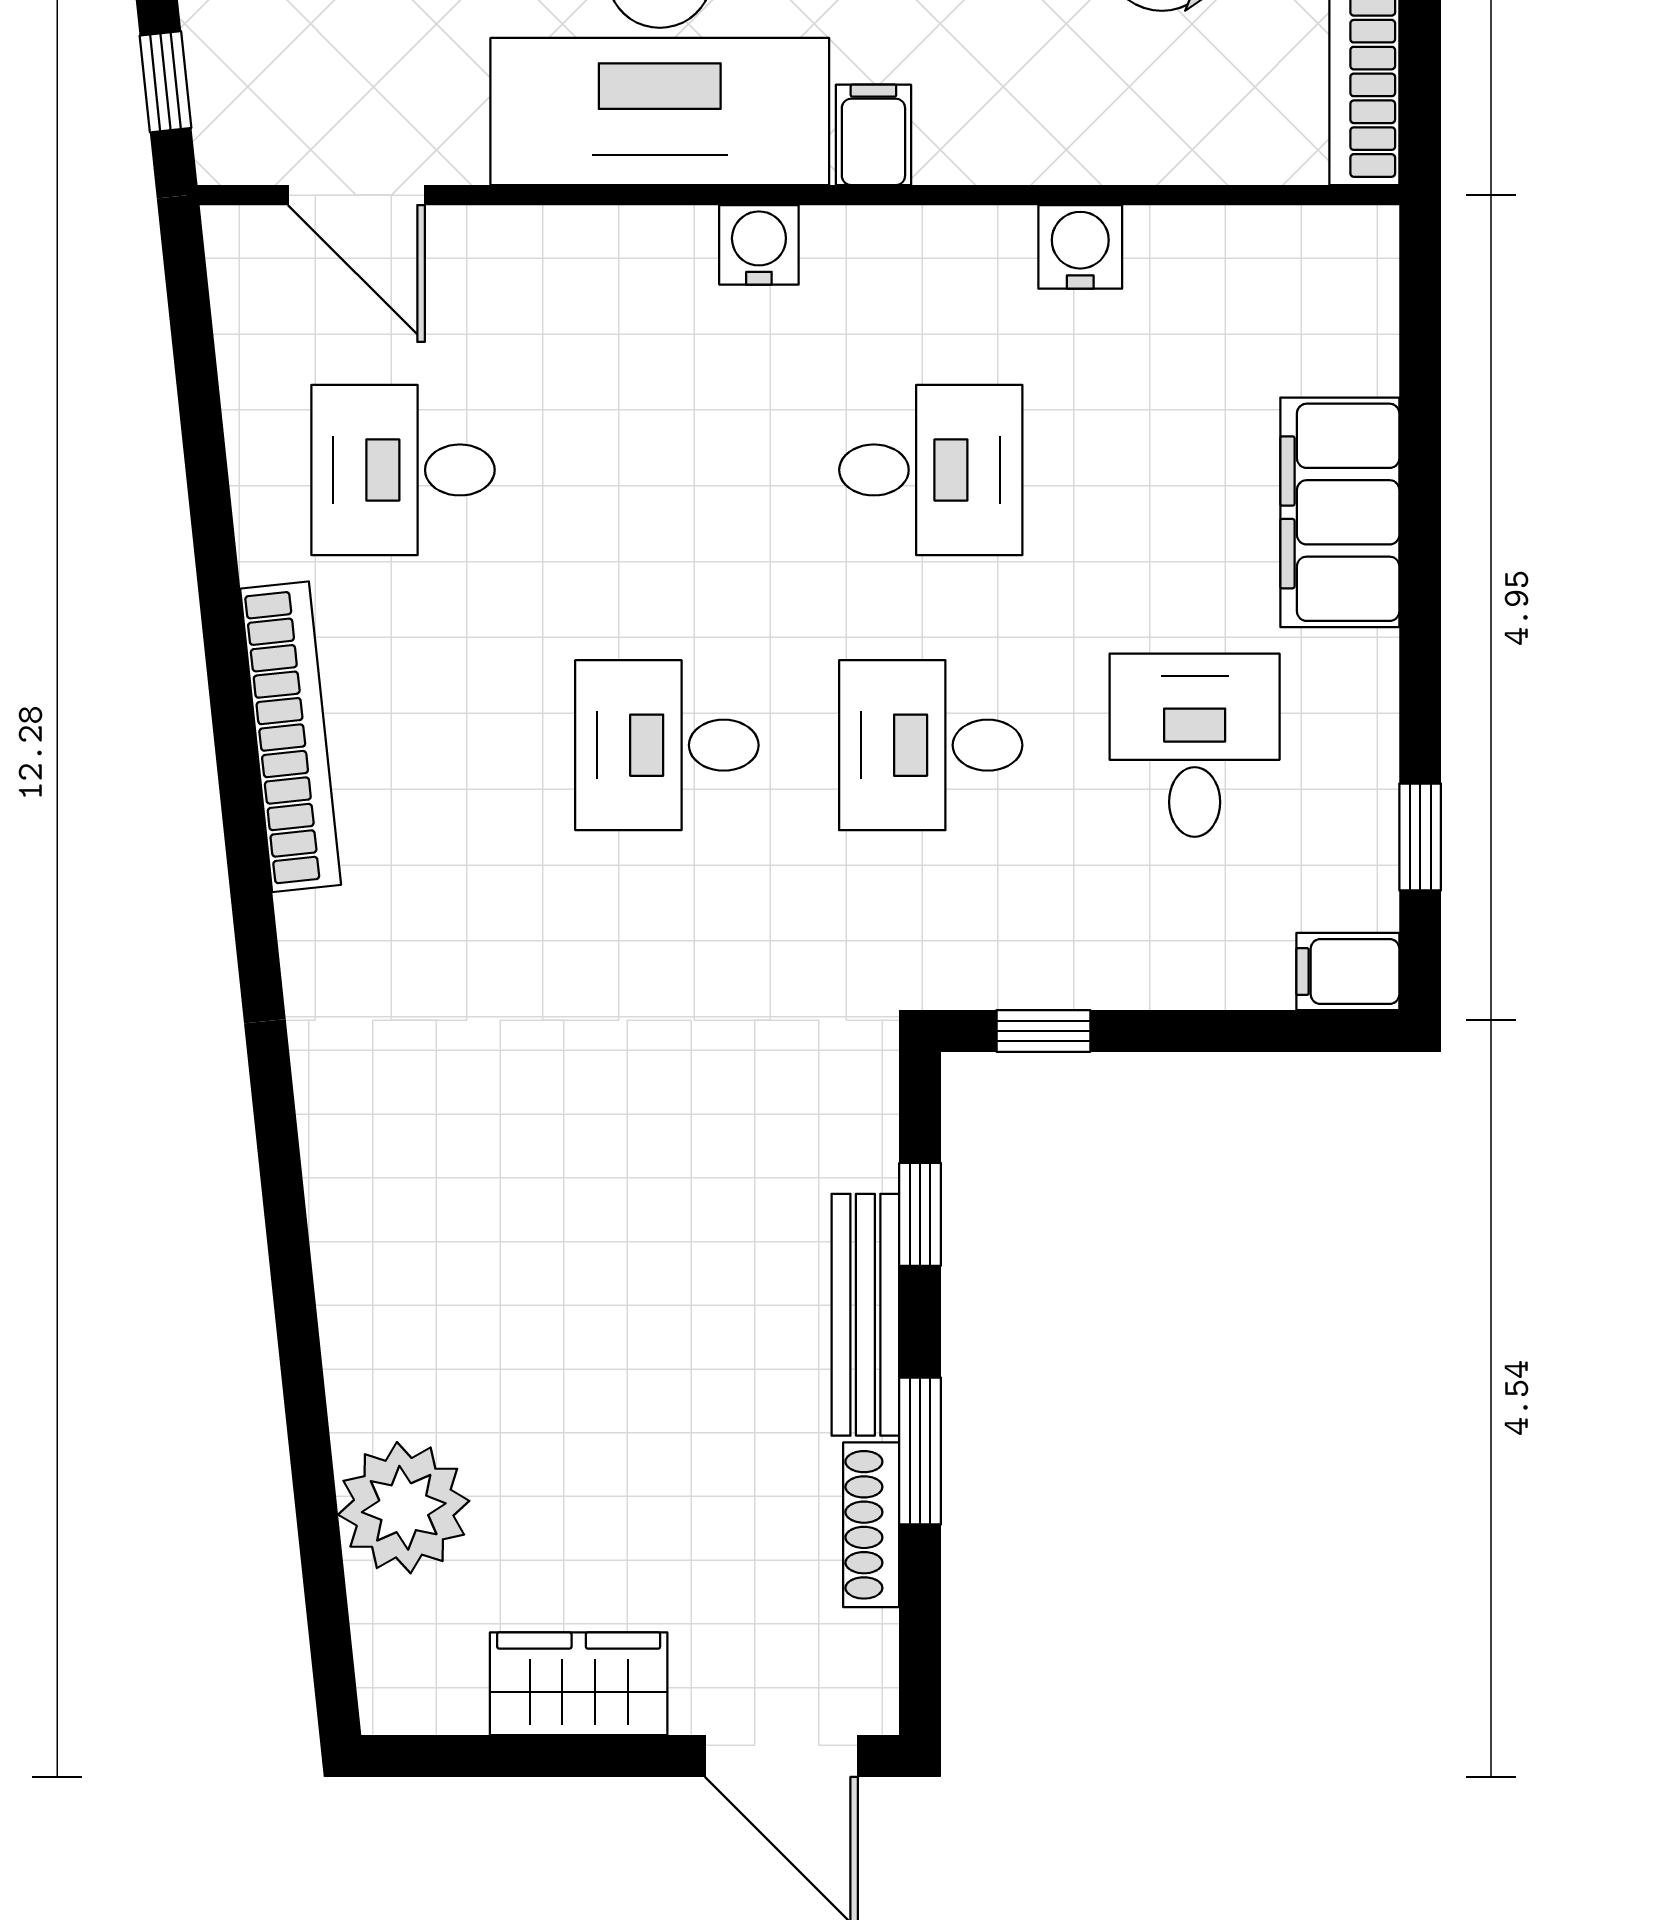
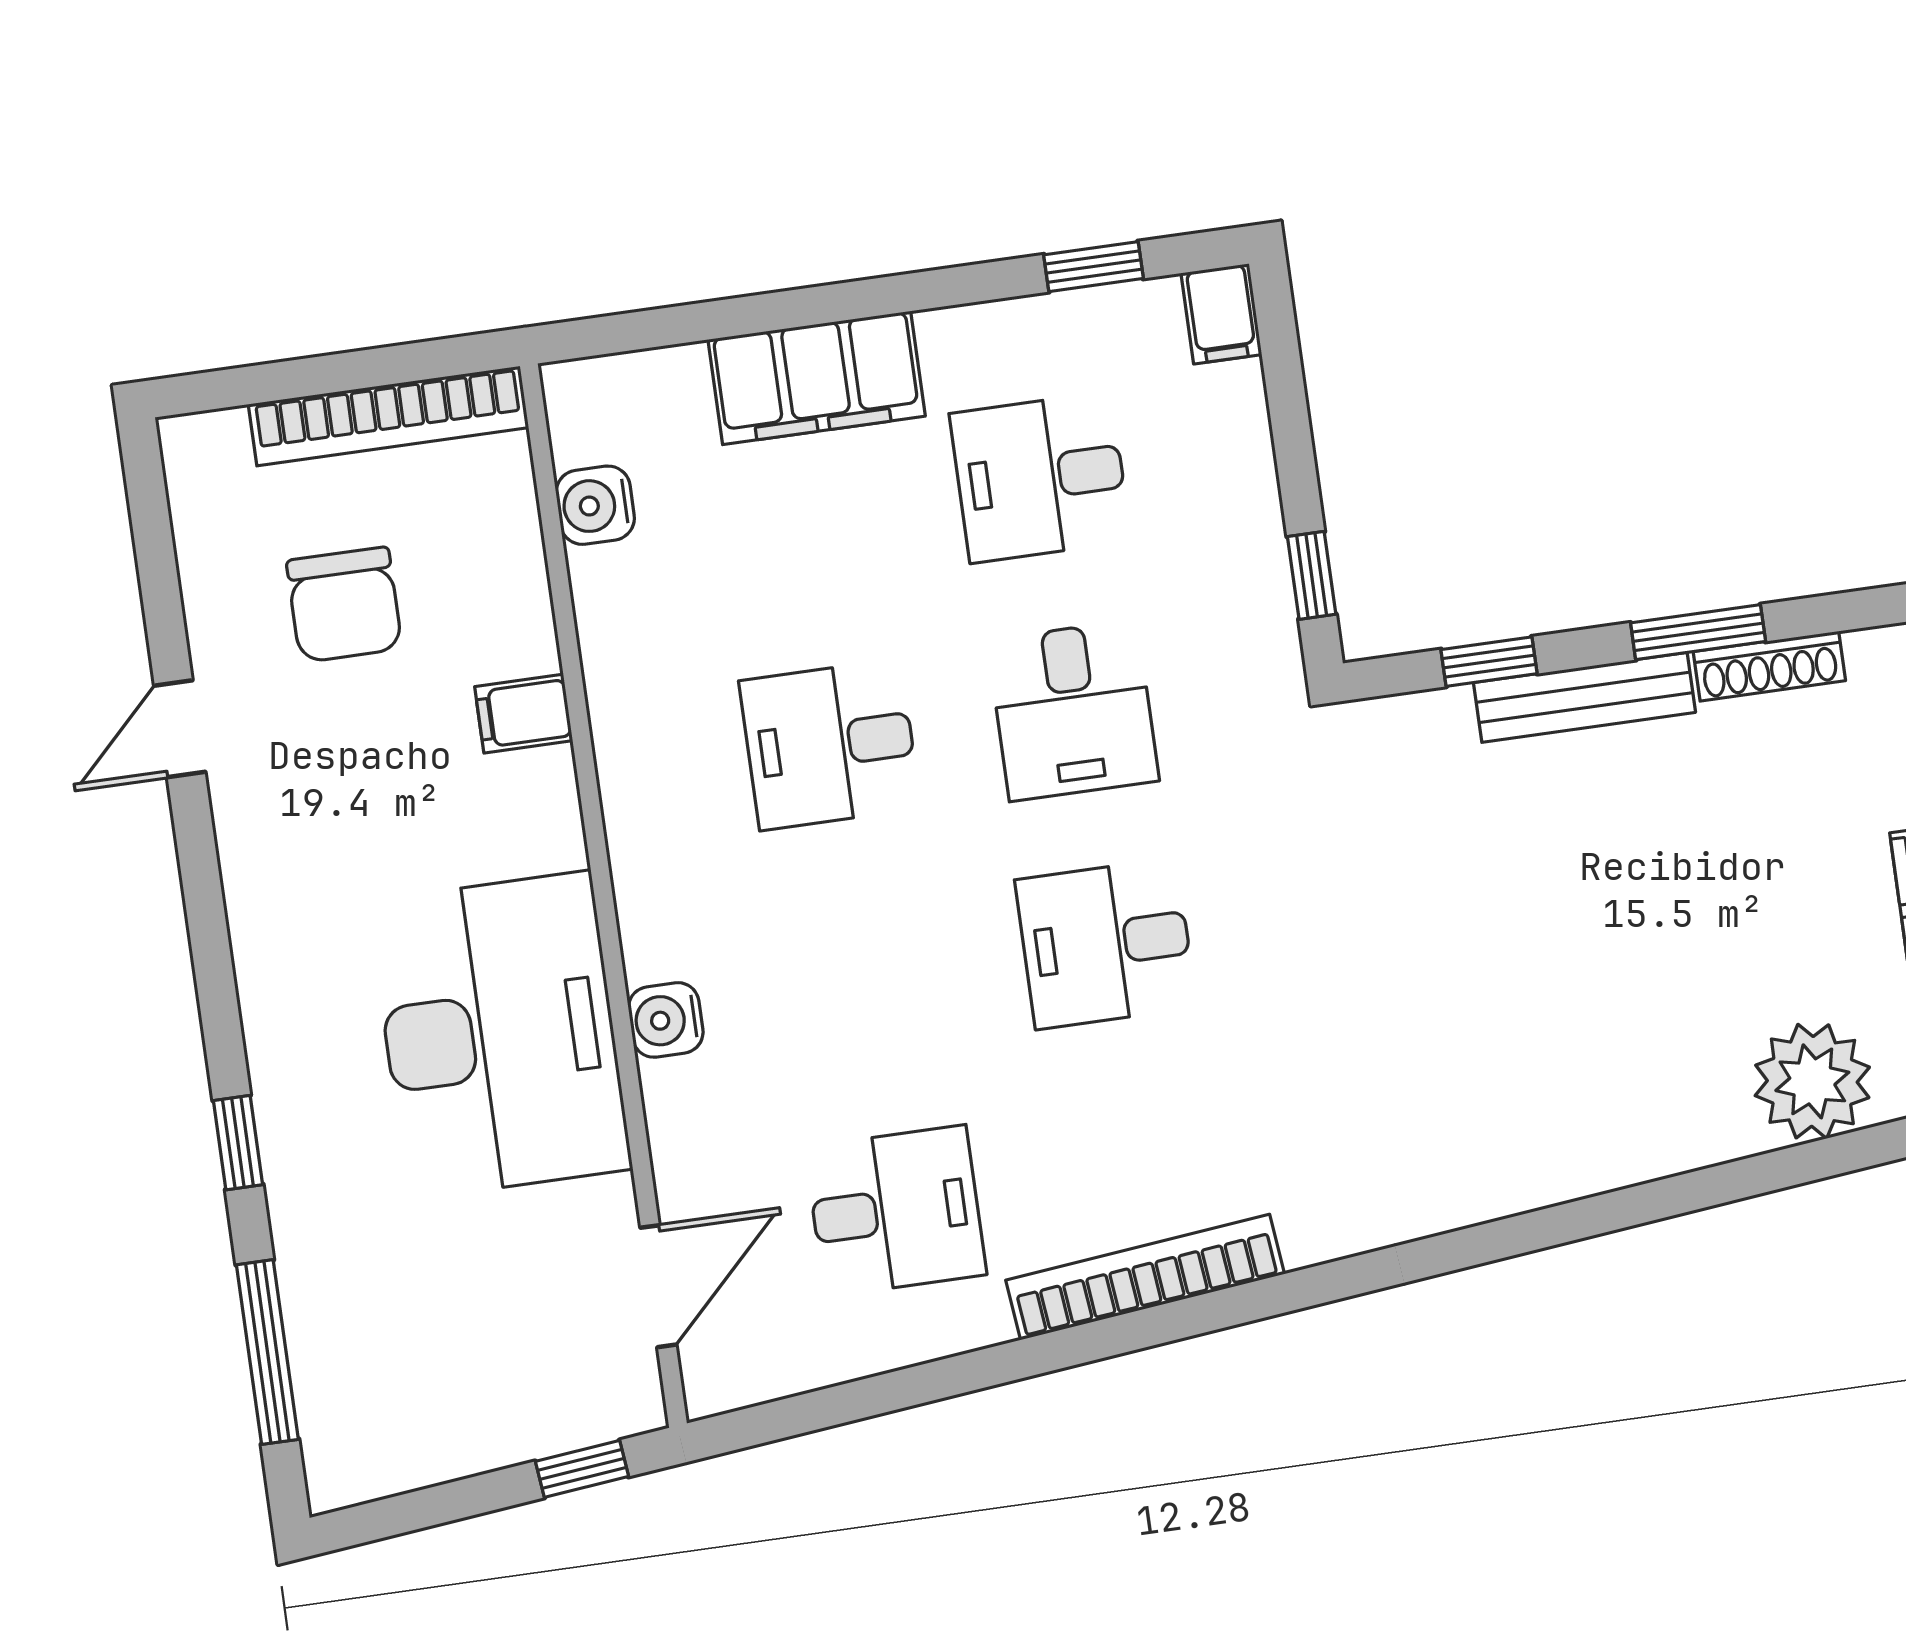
filing cabinet: (873, 135) -> (524, 714), moved
water cooler: (759, 245) -> (666, 1020), moved
water cooler: (1080, 247) -> (595, 505), moved
desk: (403, 470) -> (895, 1211), turned -90
desk: (931, 470) -> (830, 745), turned -90
desk: (667, 745) -> (1106, 944), turned 90

